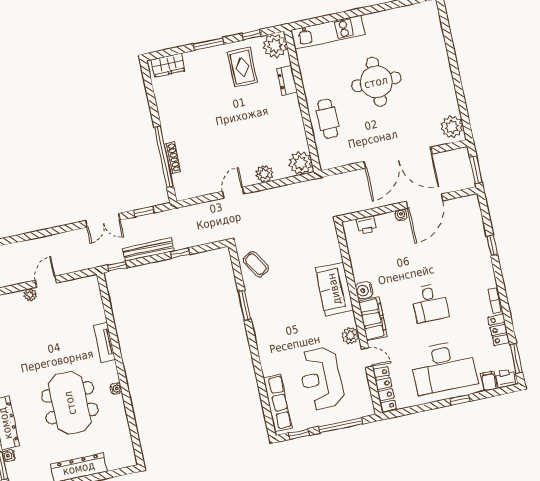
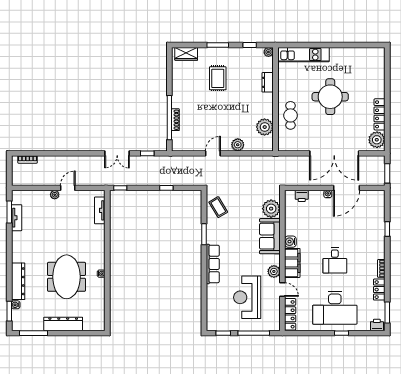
plant: (275, 46) -> (268, 52), width x0.53, depth x0.53
rug: (242, 67) -> (218, 78), moved
locker: (448, 92) -> (380, 114), added
plant: (300, 163) -> (265, 127), moved
bench: (148, 249) -> (145, 181), removed
plant: (328, 251) -> (271, 209), added
tv unit: (104, 343) -> (100, 210), moved
filing cabinet: (489, 381) -> (365, 324), removed
row of seats: (278, 403) -> (213, 264), moved

